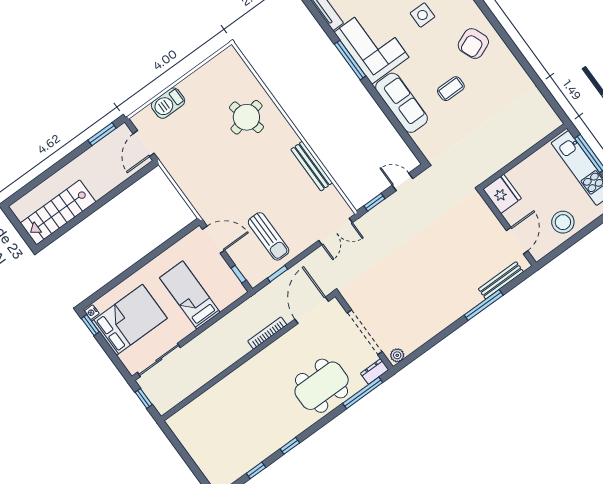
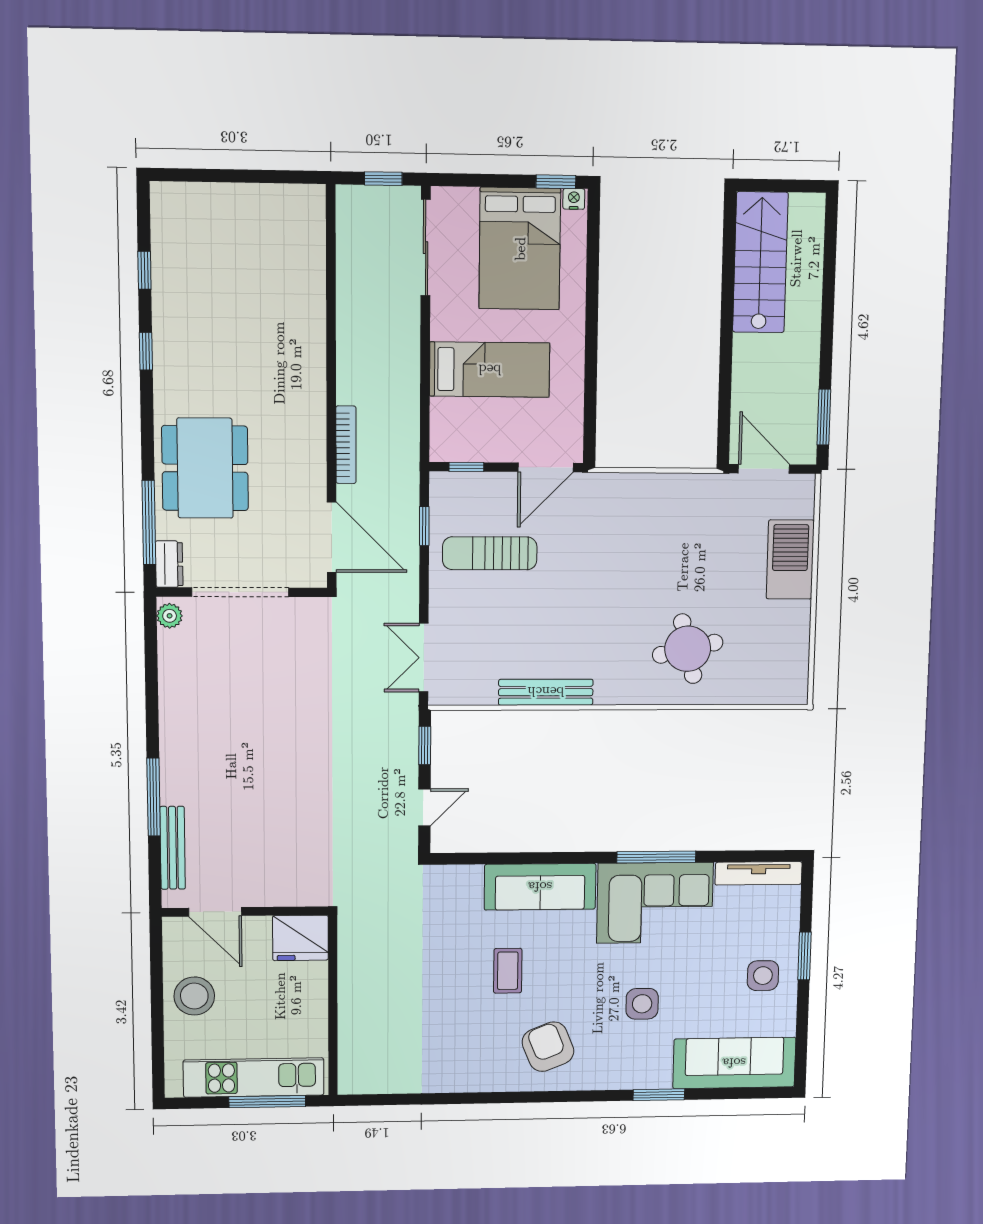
barbecue: (168, 103) -> (790, 559), width x1.37, depth x1.21

